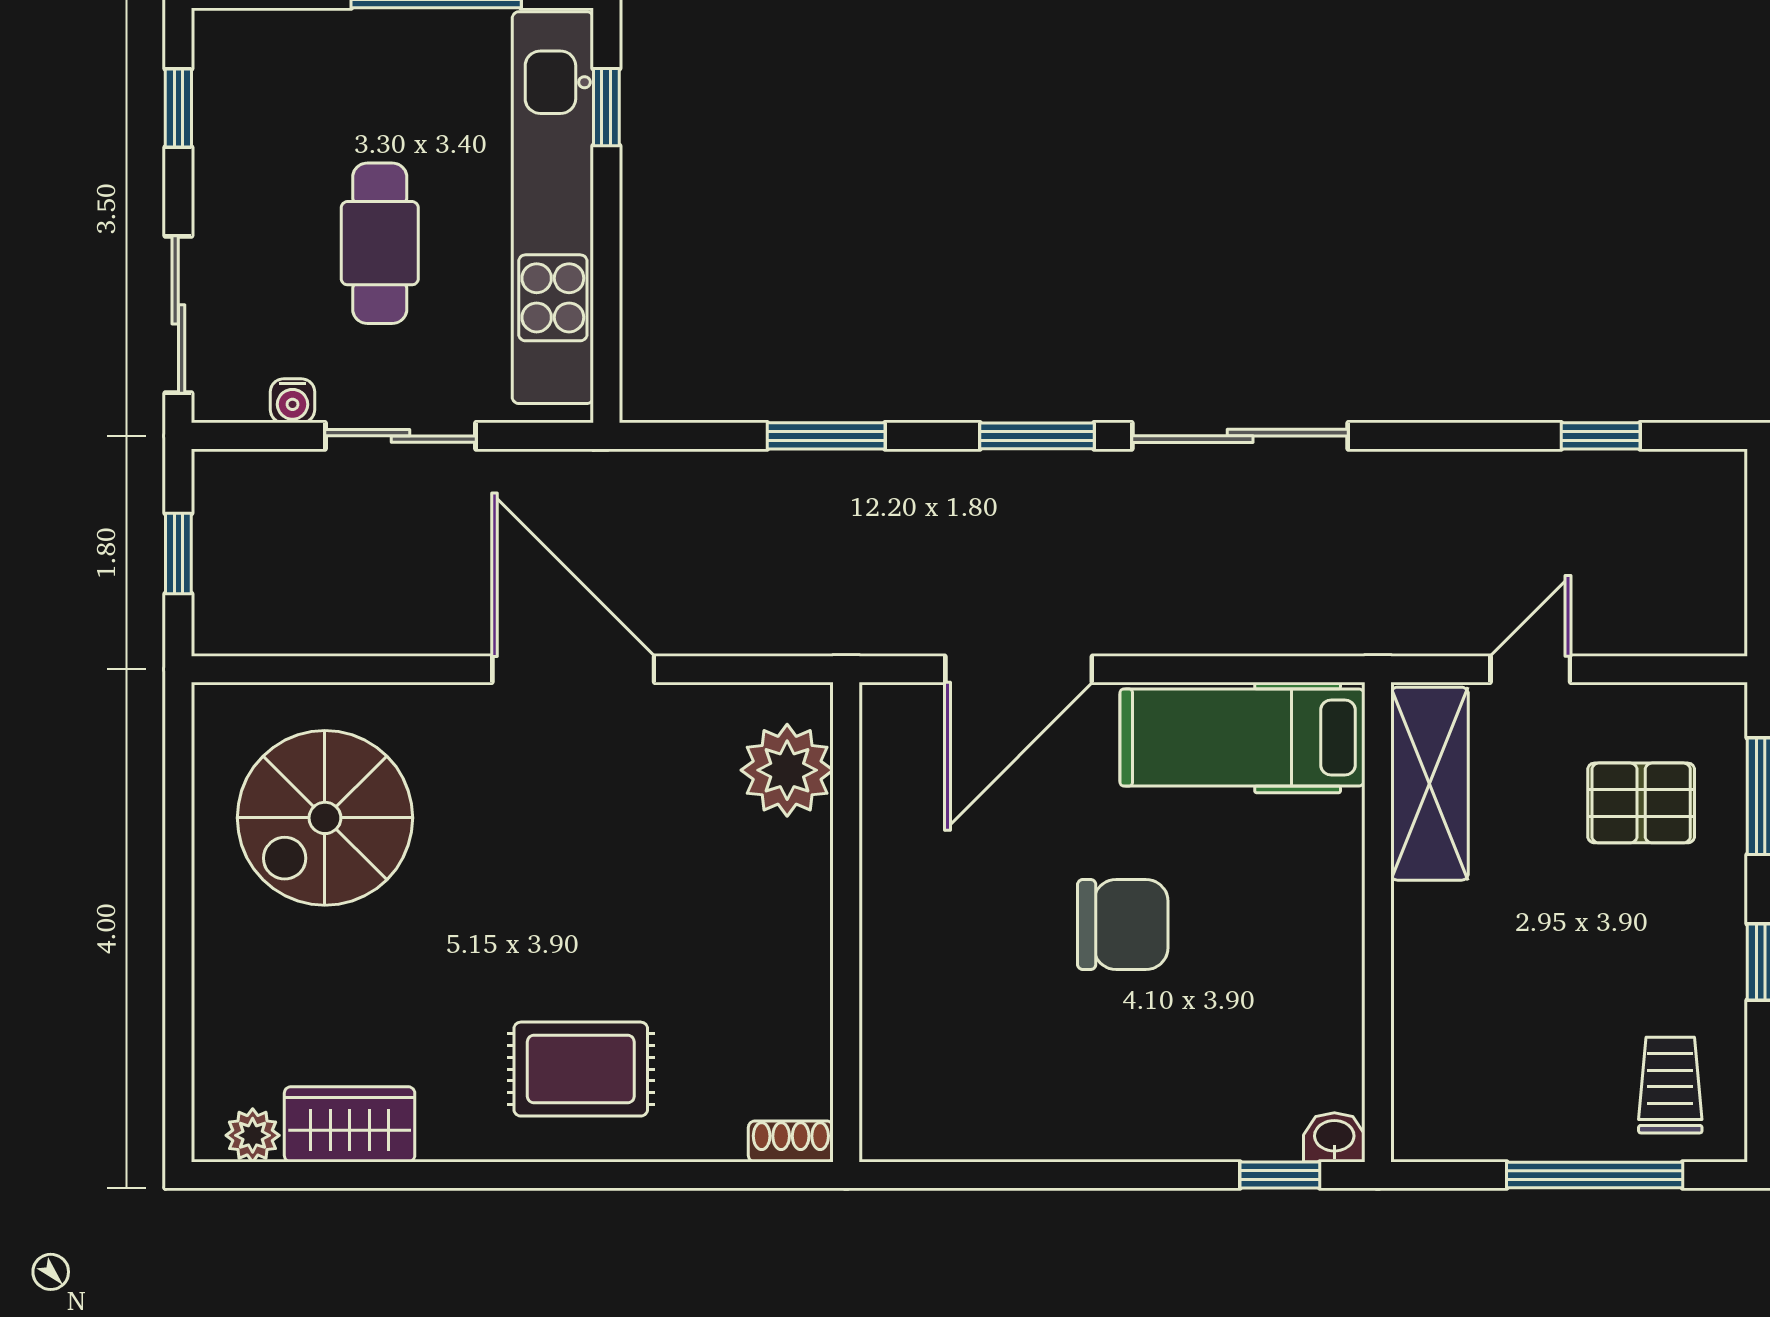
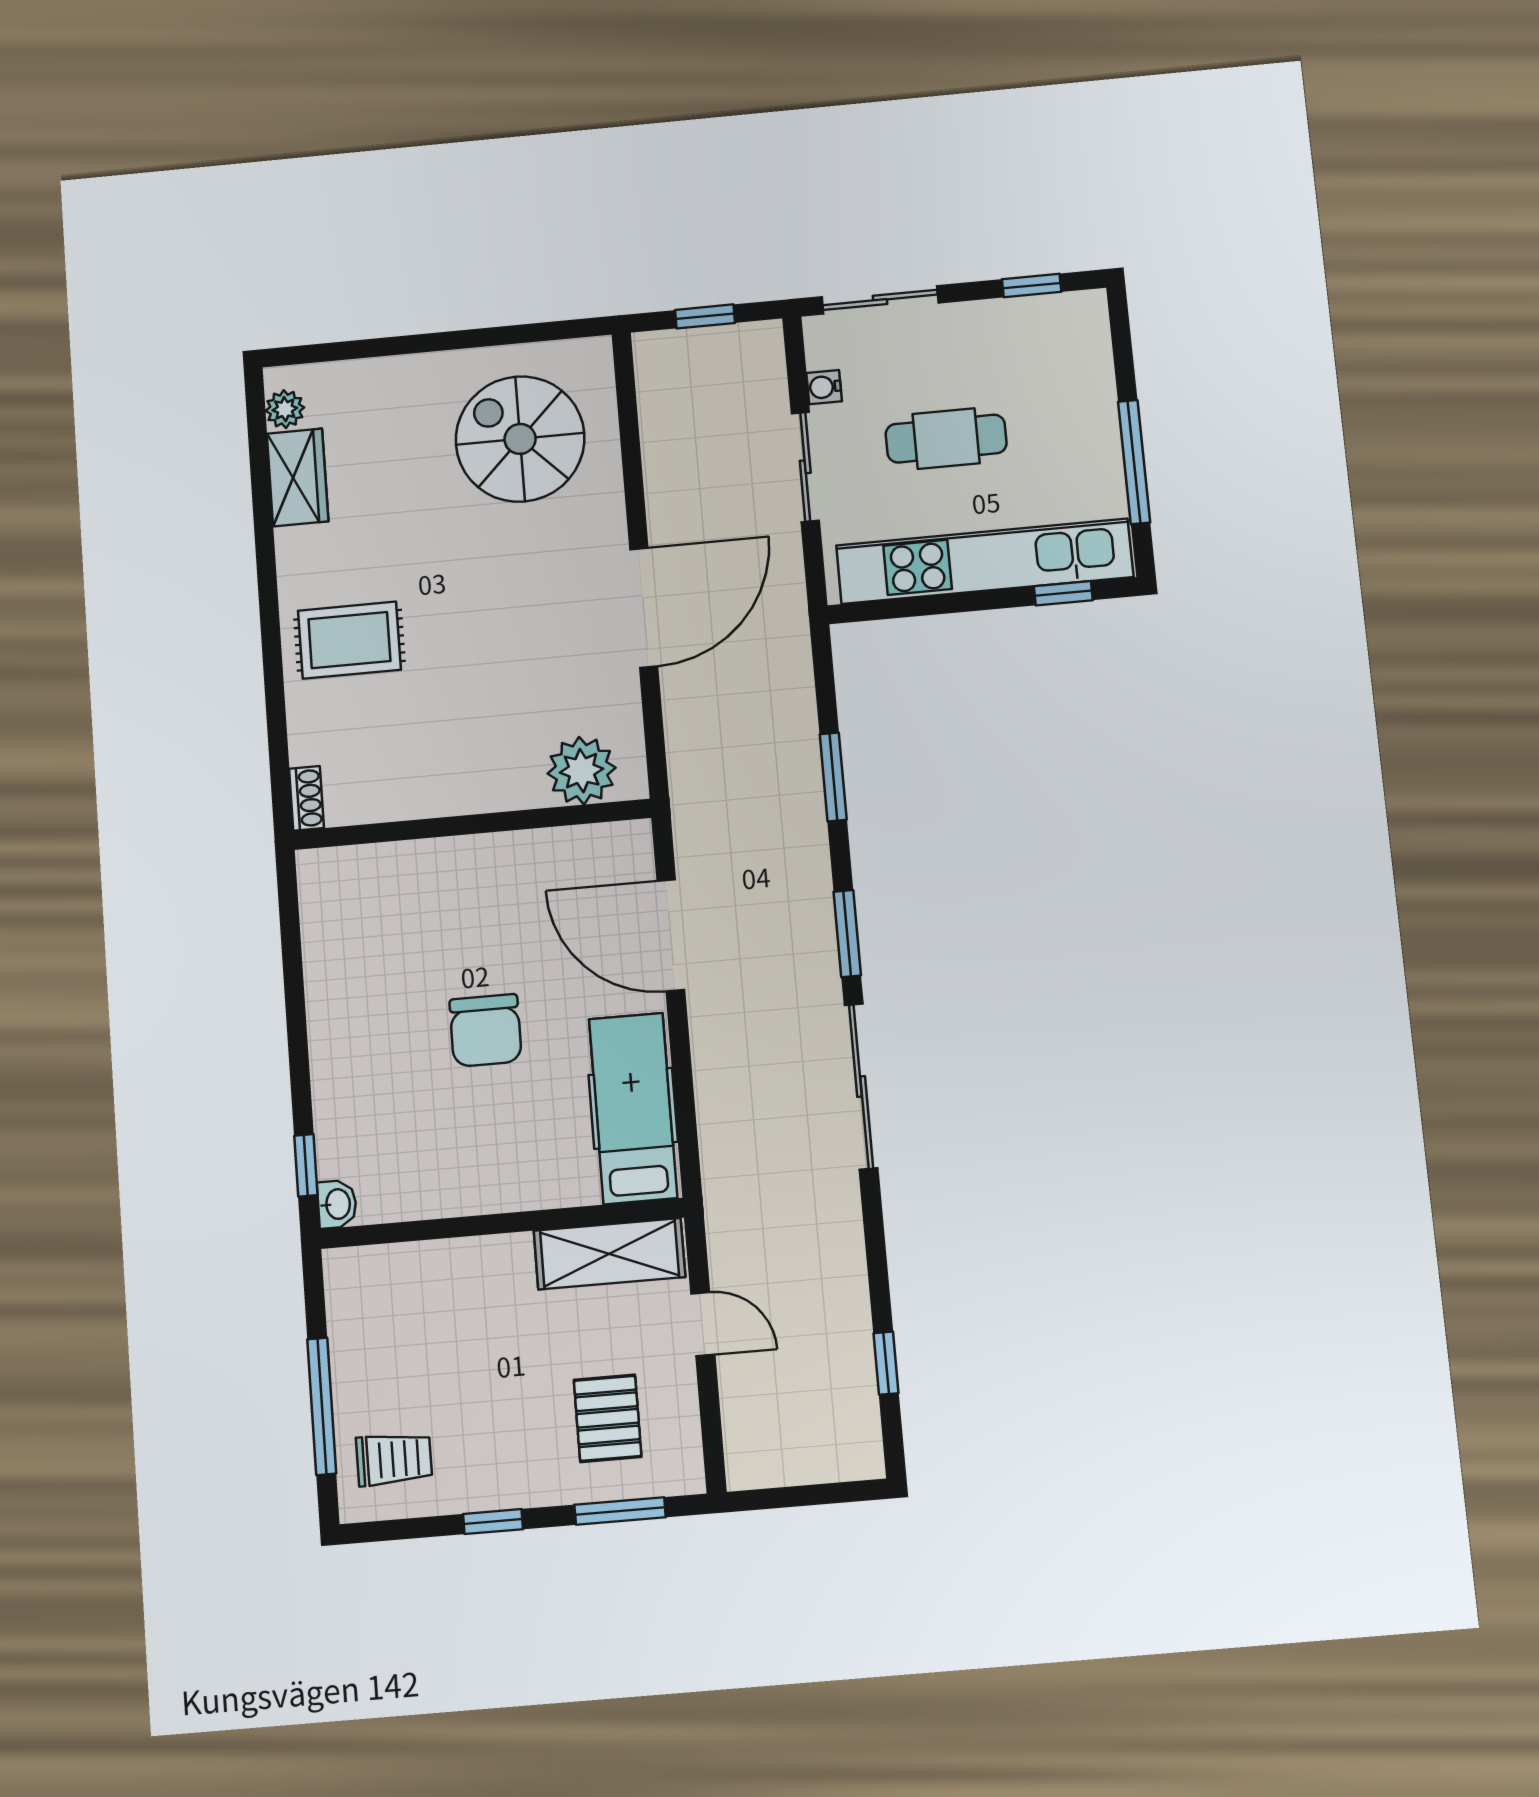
rug: (581, 1069) -> (349, 640), turned 90

